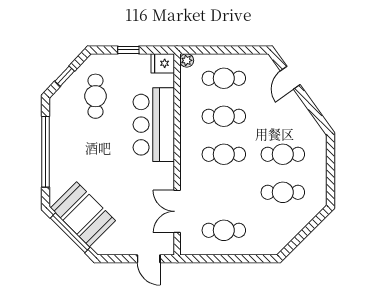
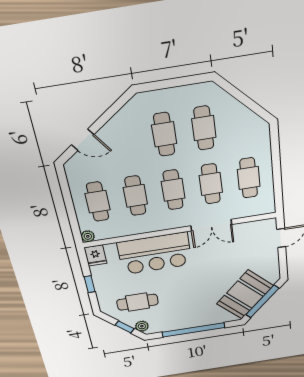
plant: (62, 95) -> (142, 326), added
cafe table: (224, 192) -> (211, 184), added
double door: (177, 211) -> (211, 225), moved

